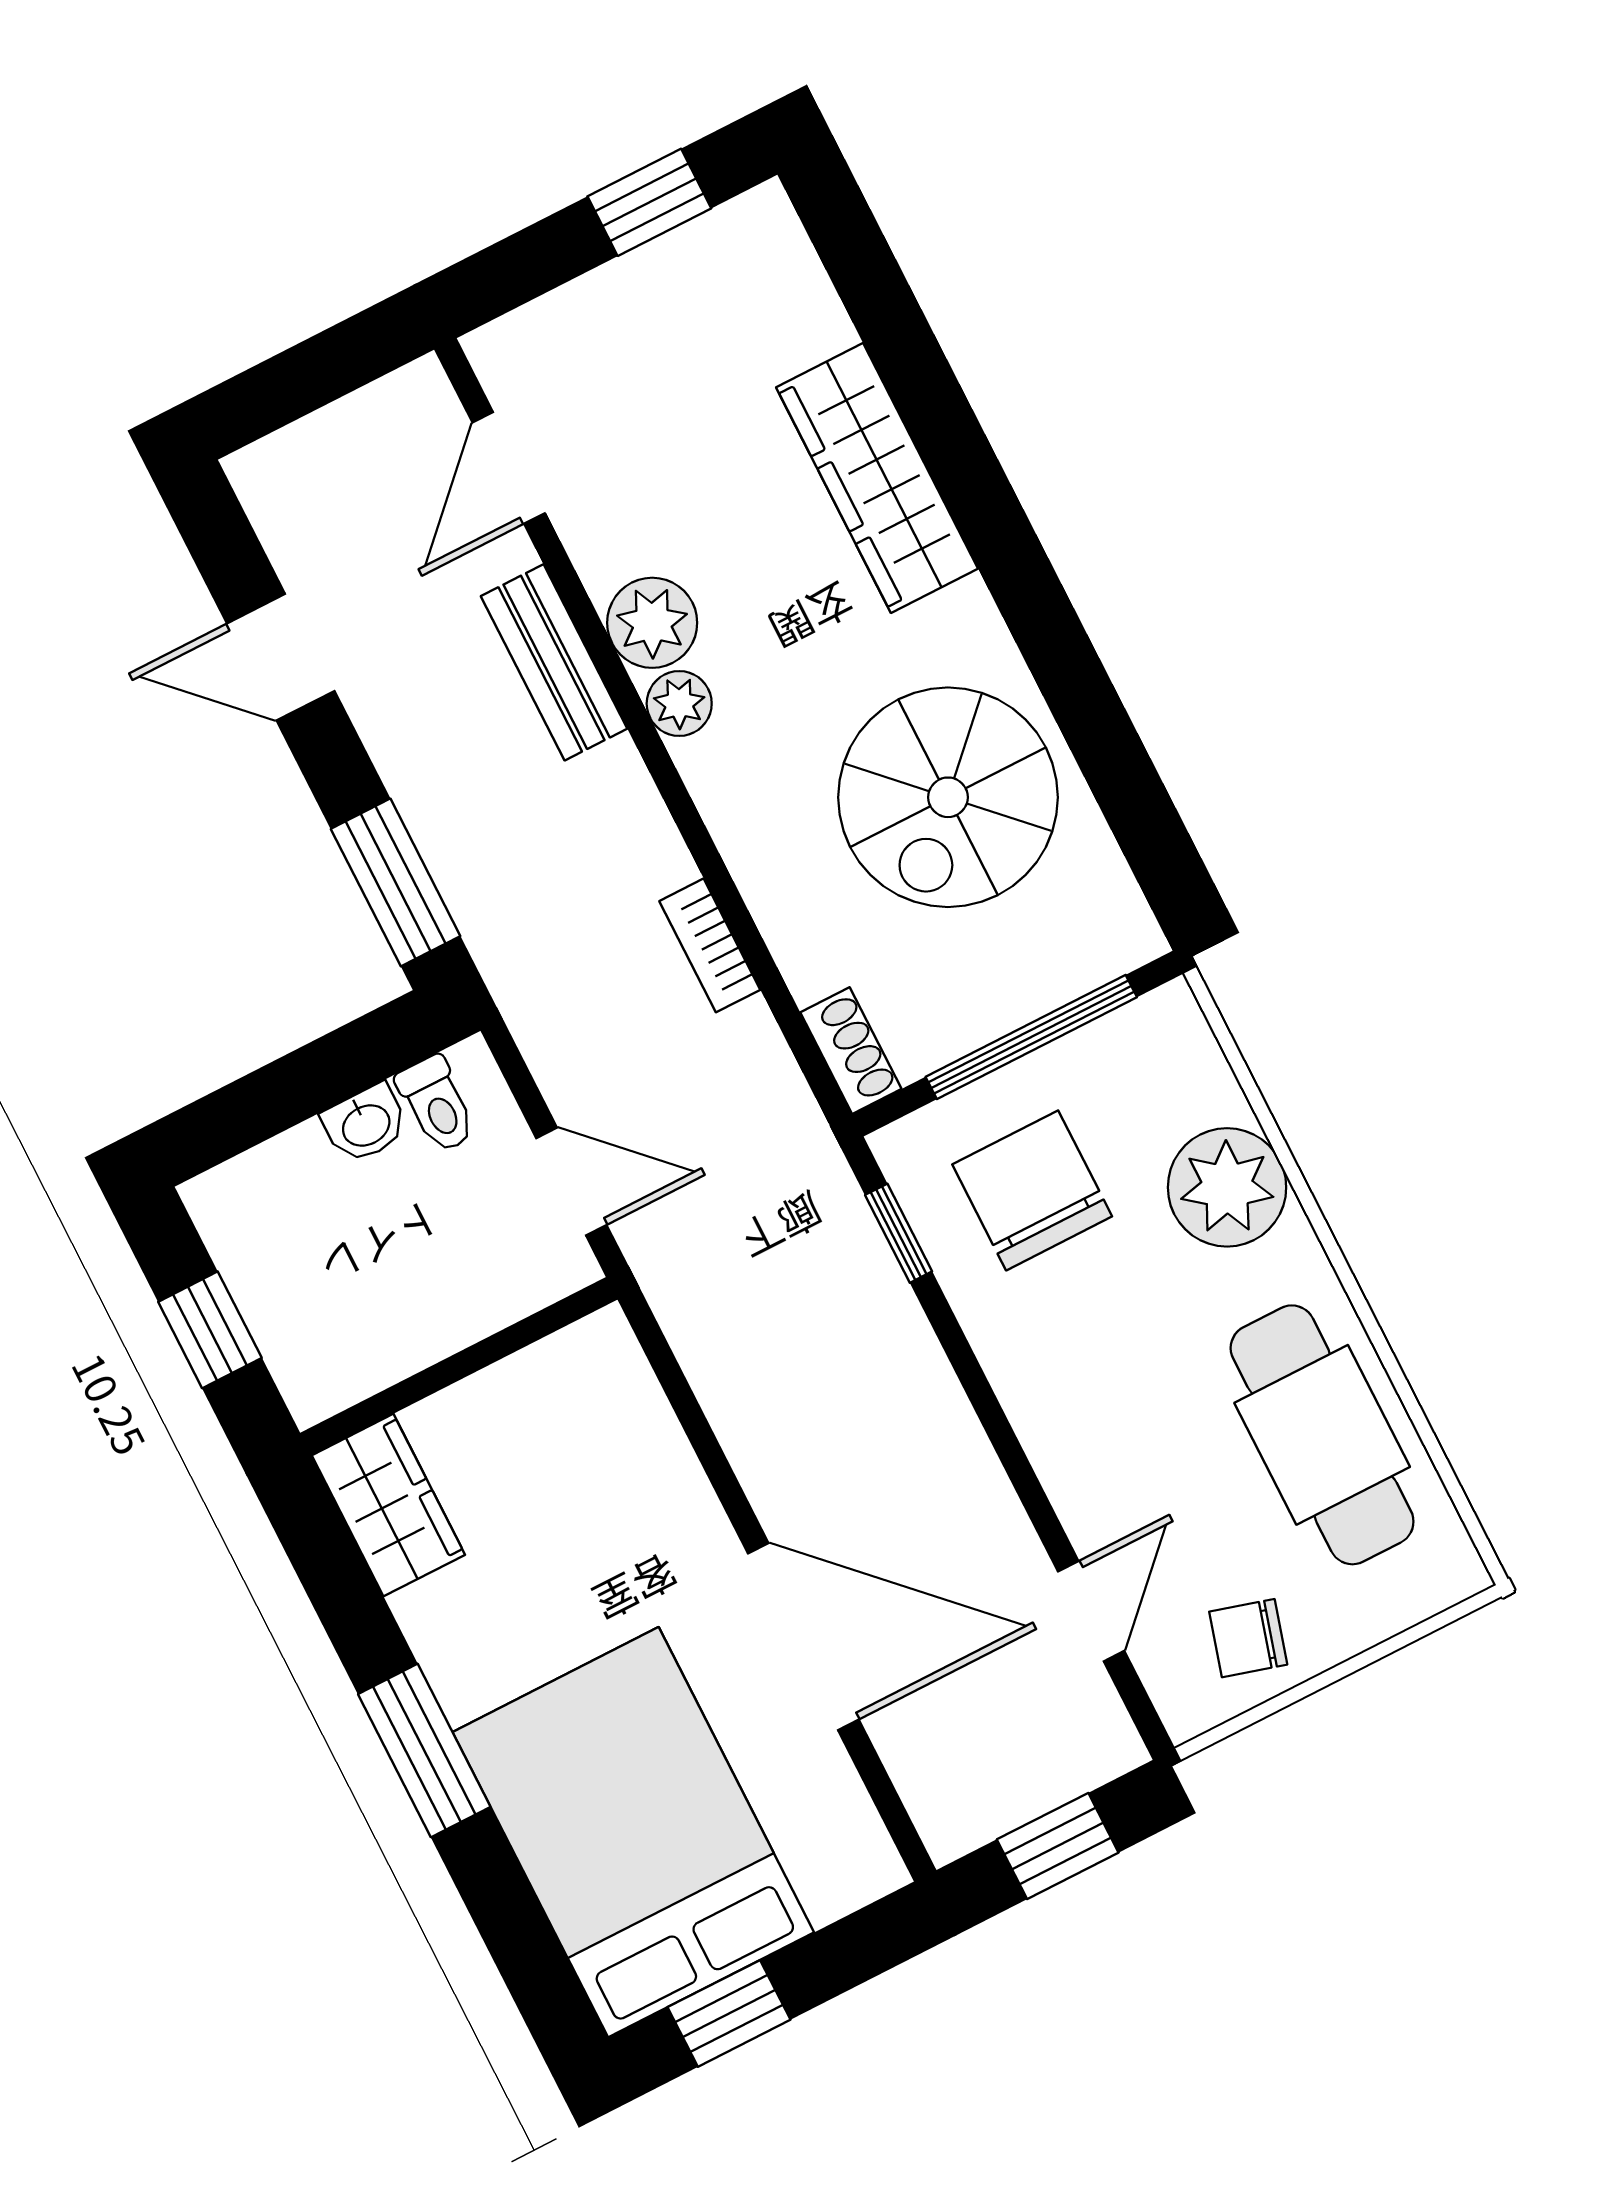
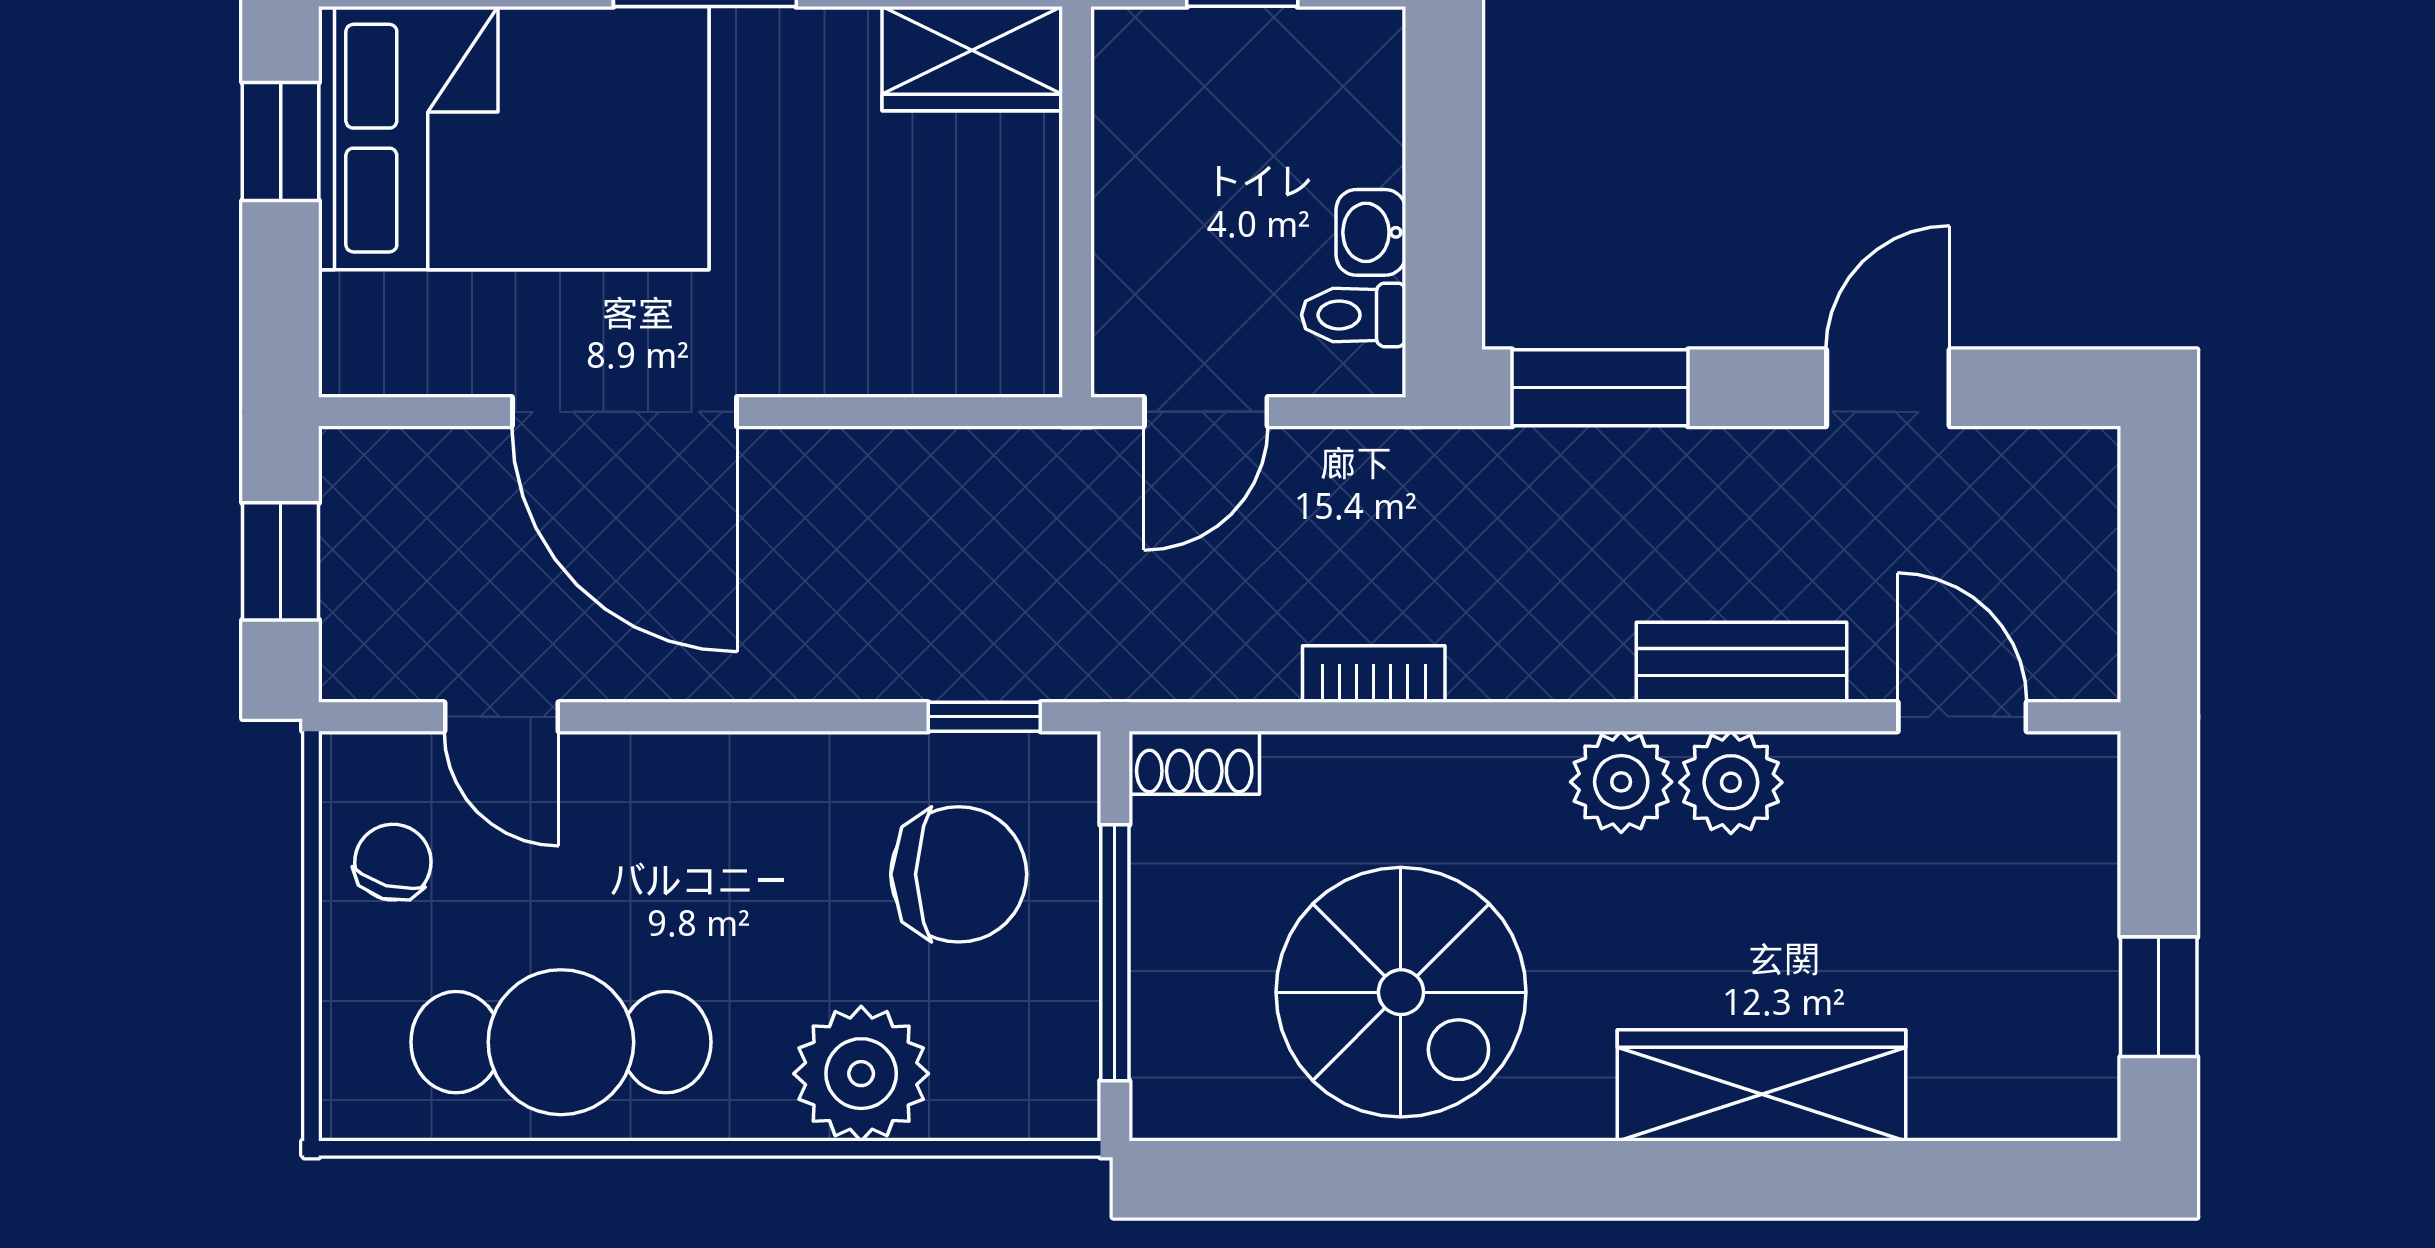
plant: (679, 704) -> (1621, 782), width x1.38, depth x1.38
spiral stairs: (948, 797) -> (1401, 992), turned 180
door: (803, 1637) -> (624, 412), hinge flipped

